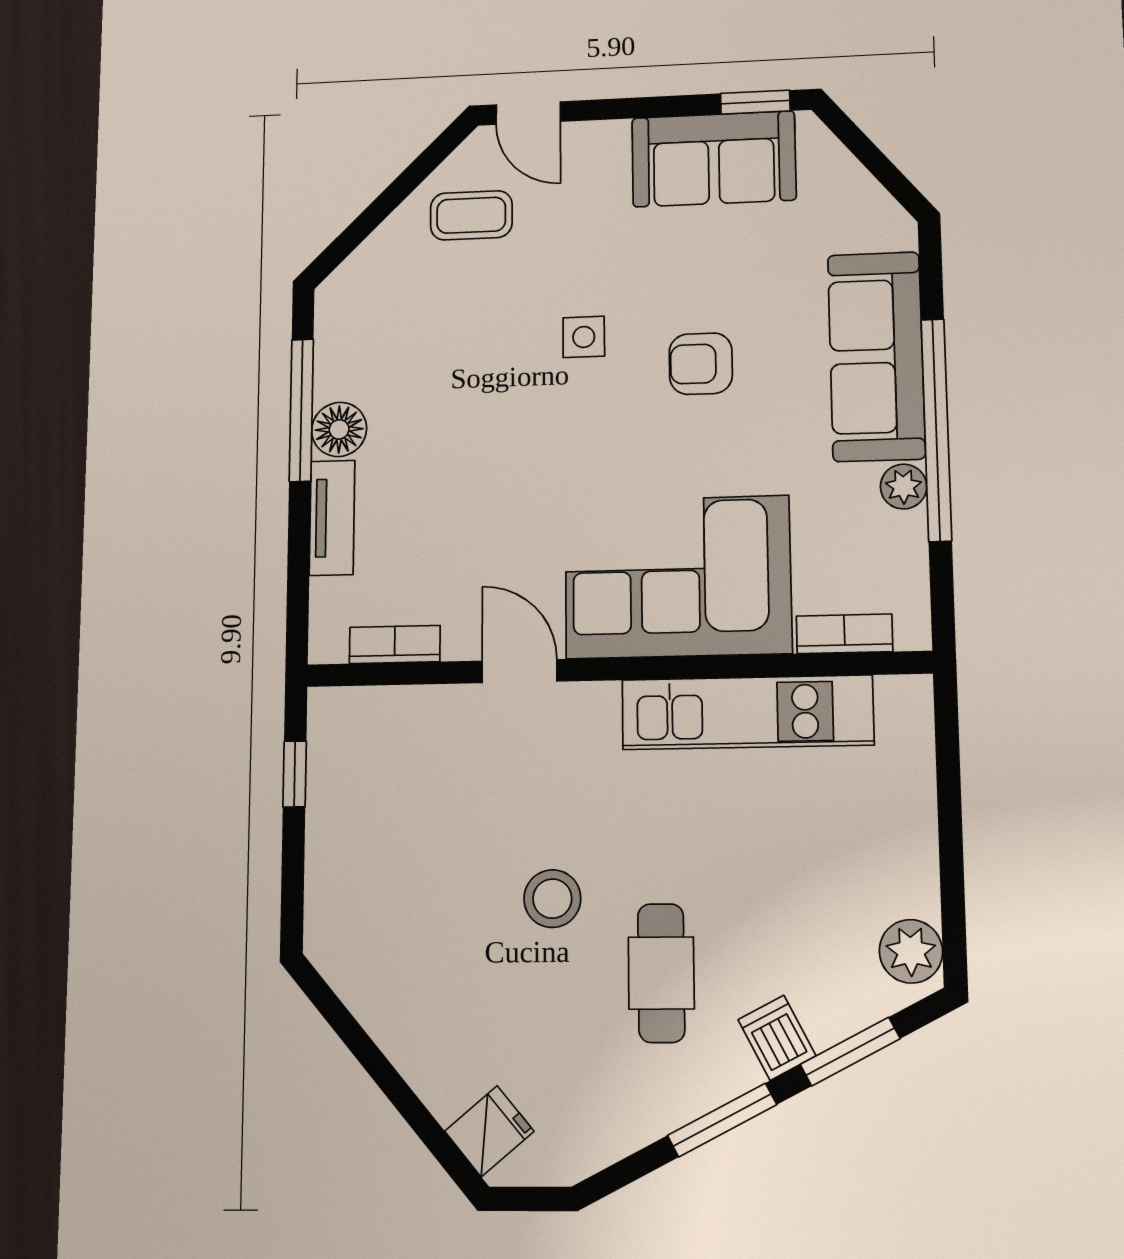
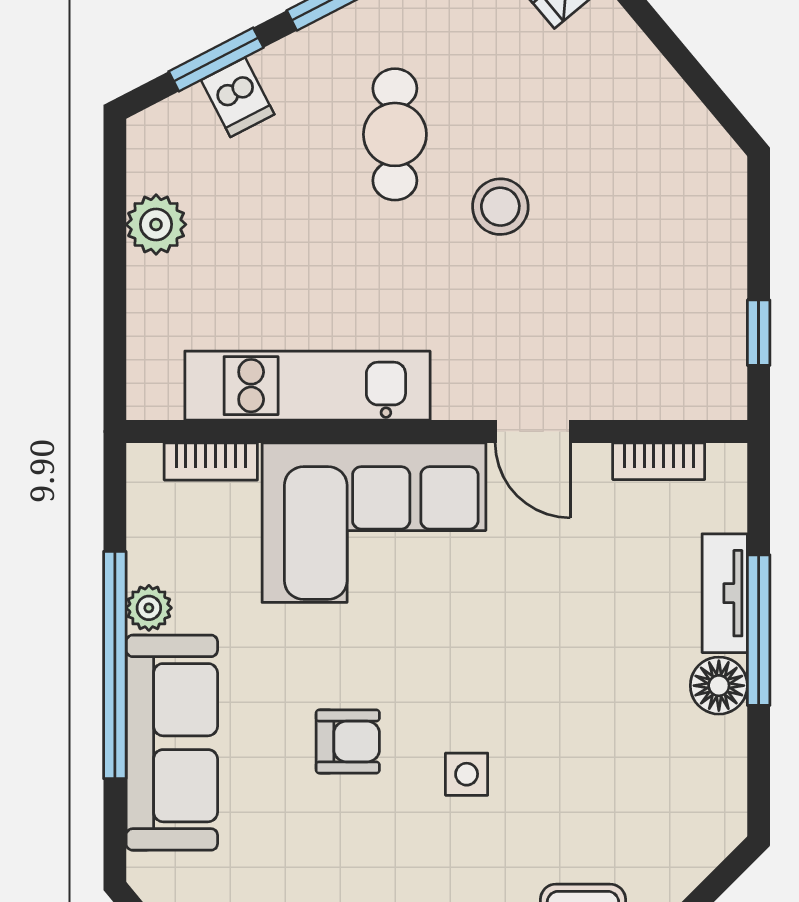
window: (301, 410) -> (759, 630), moved
plant: (911, 951) -> (156, 224), moved
dishwasher: (777, 1038) -> (238, 97), moved

